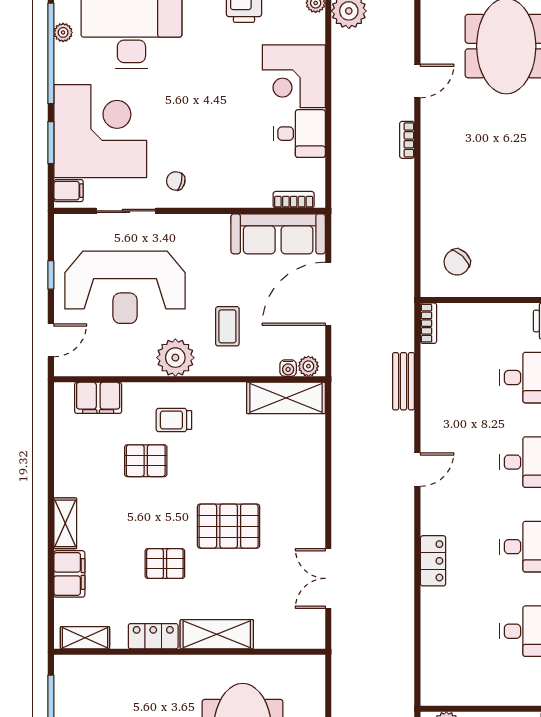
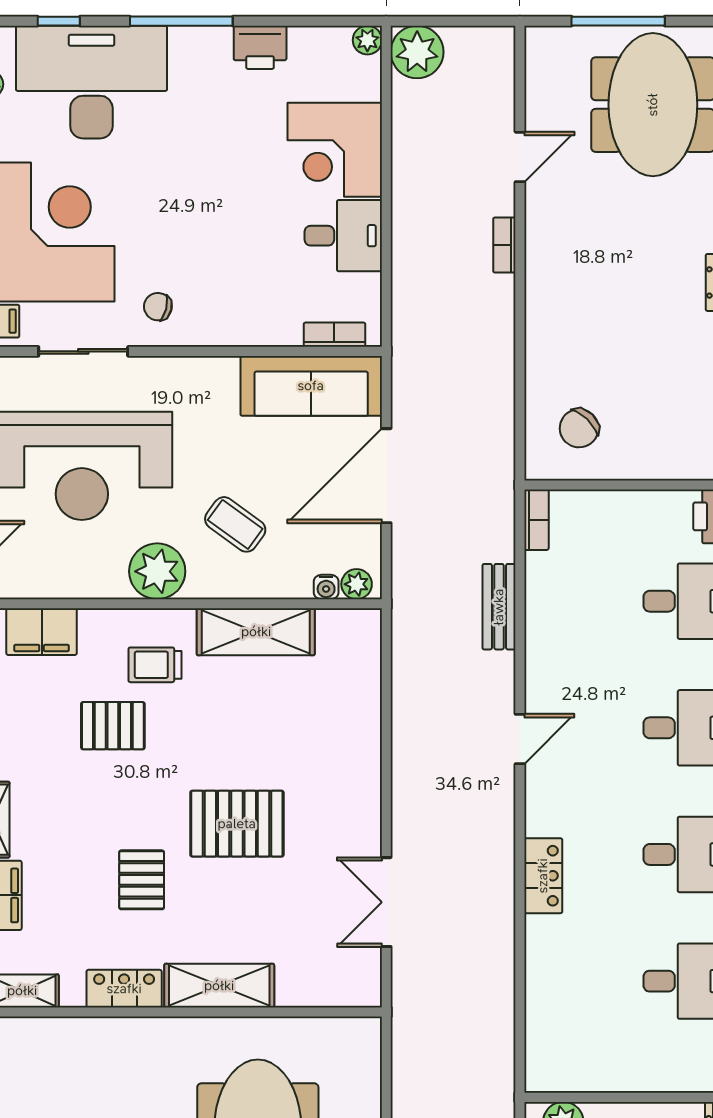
coffee table: (227, 326) -> (235, 524), turned -54
shelving: (286, 398) -> (256, 632), moved
pallet: (165, 564) -> (142, 880), turned 90

